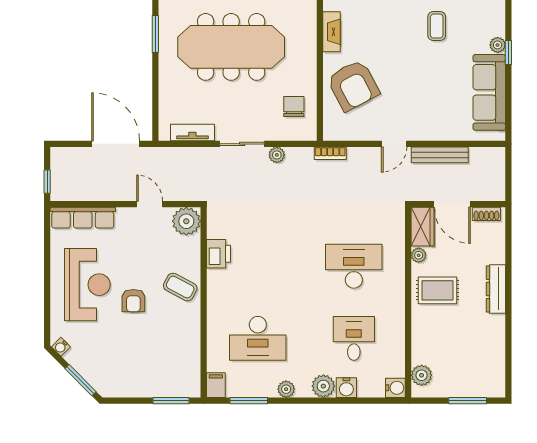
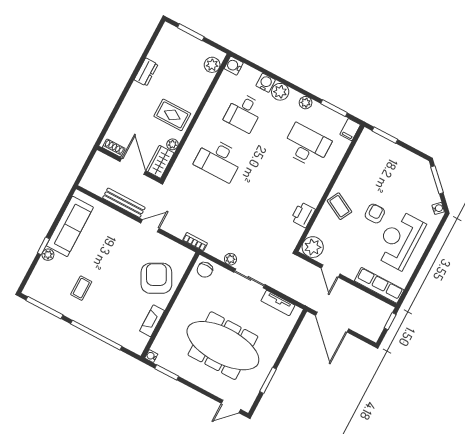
chair: (294, 107) -> (205, 270), moved
dresser: (496, 289) -> (146, 72), moved, width x0.70

